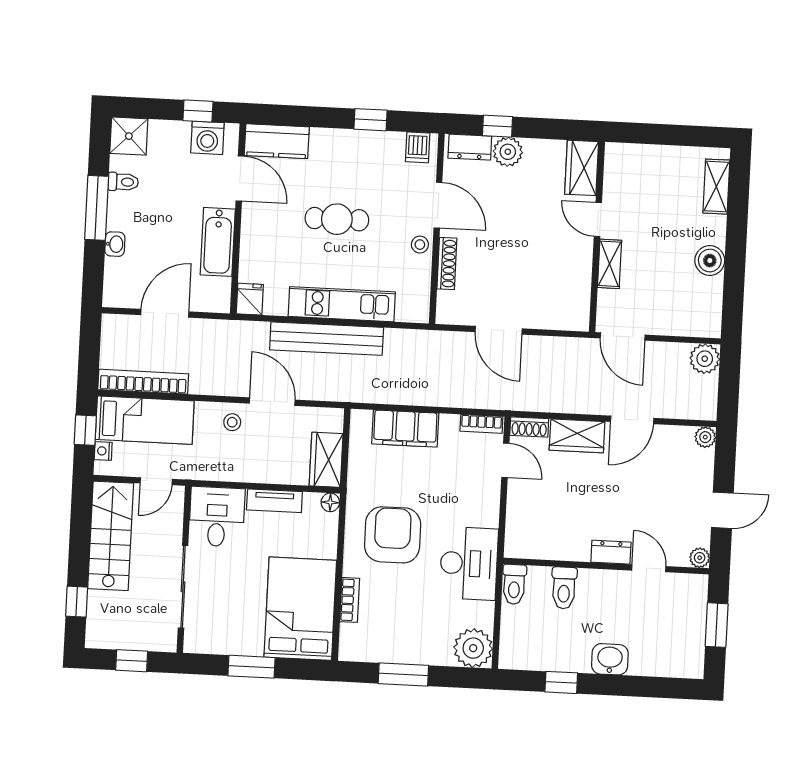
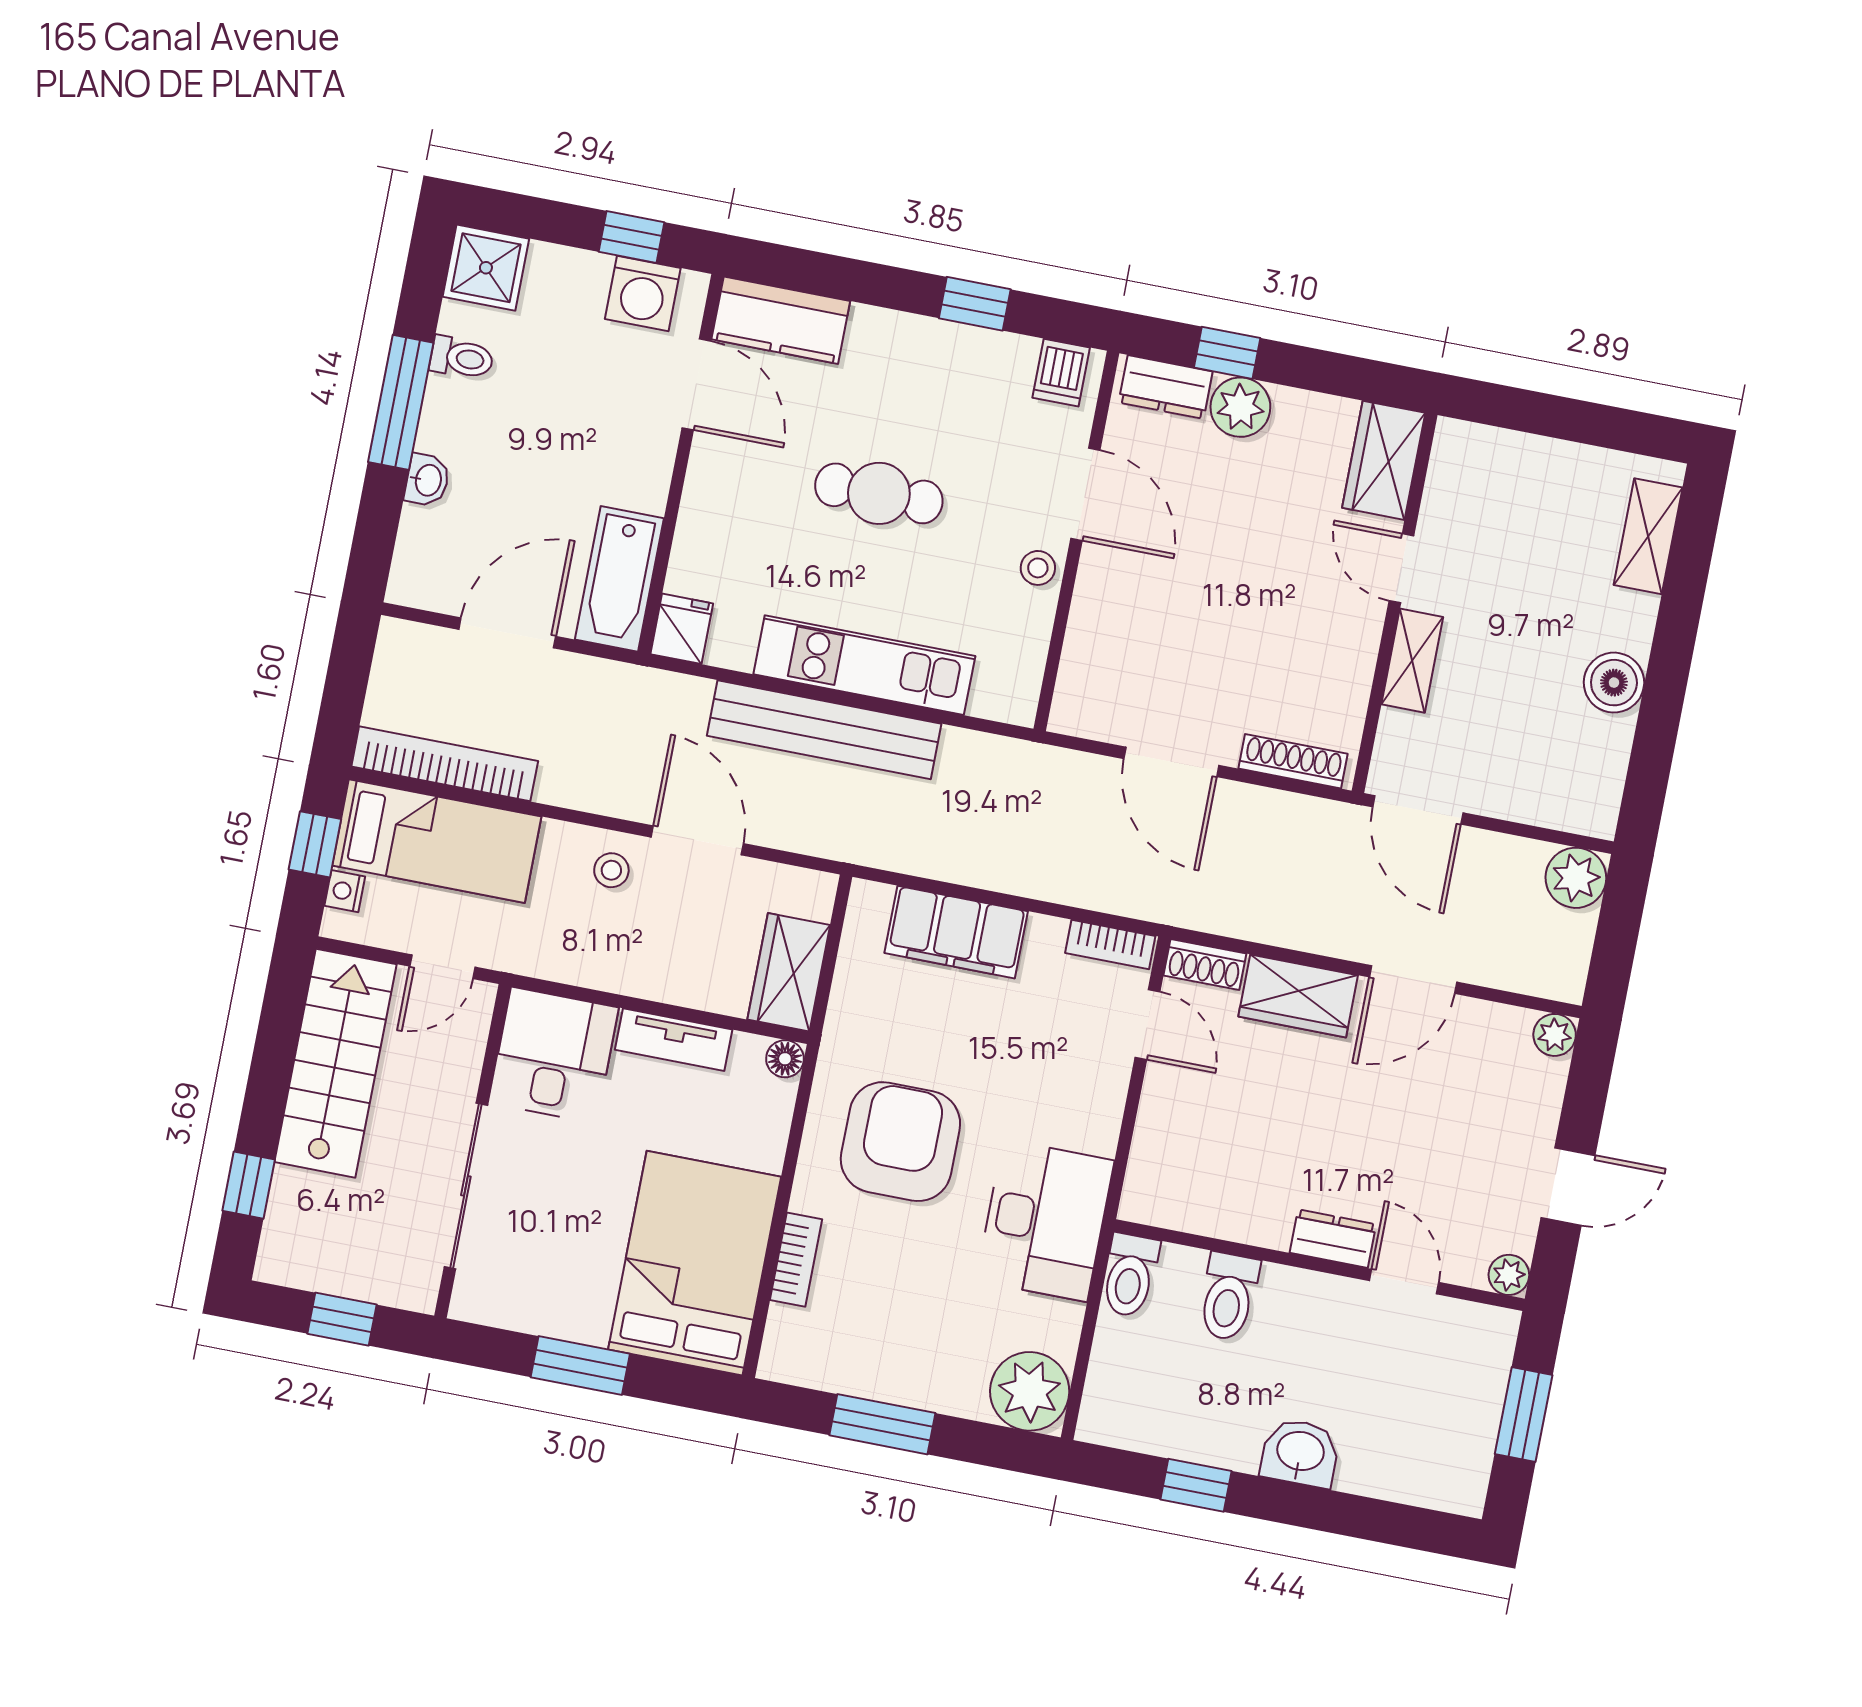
bathtub: (218, 242) -> (619, 579), moved
shoe rack: (447, 263) -> (1293, 761), moved, turned -90

